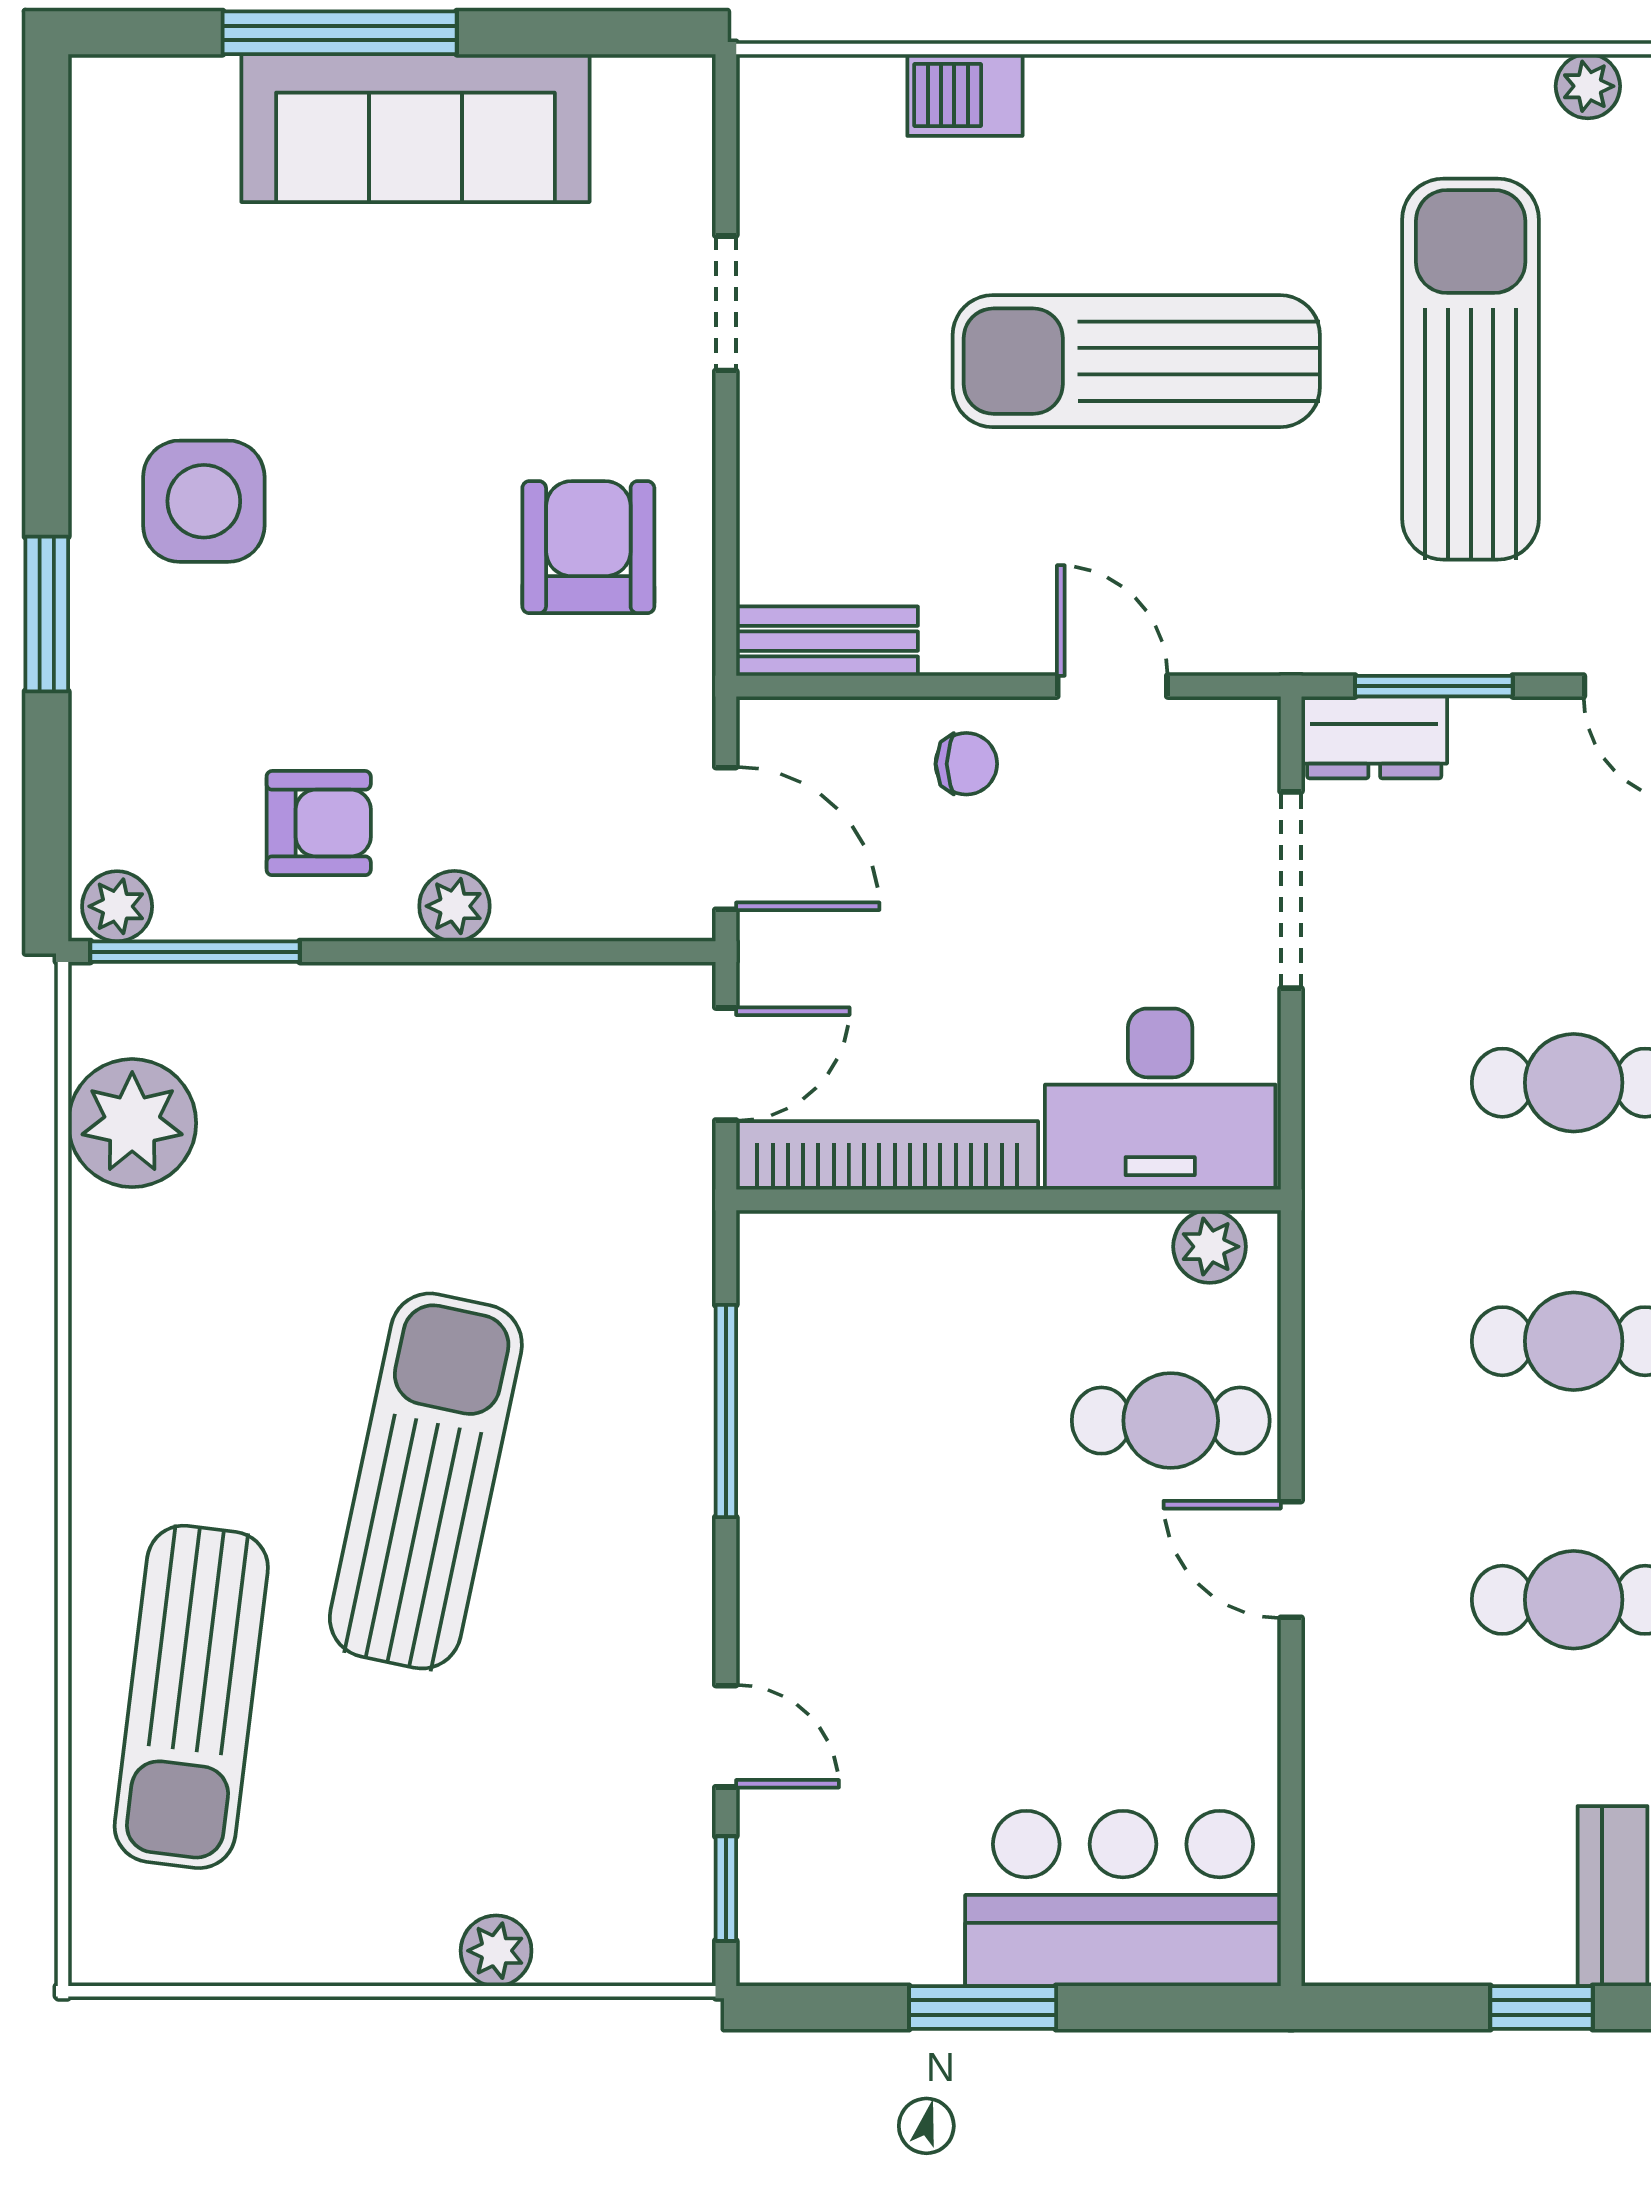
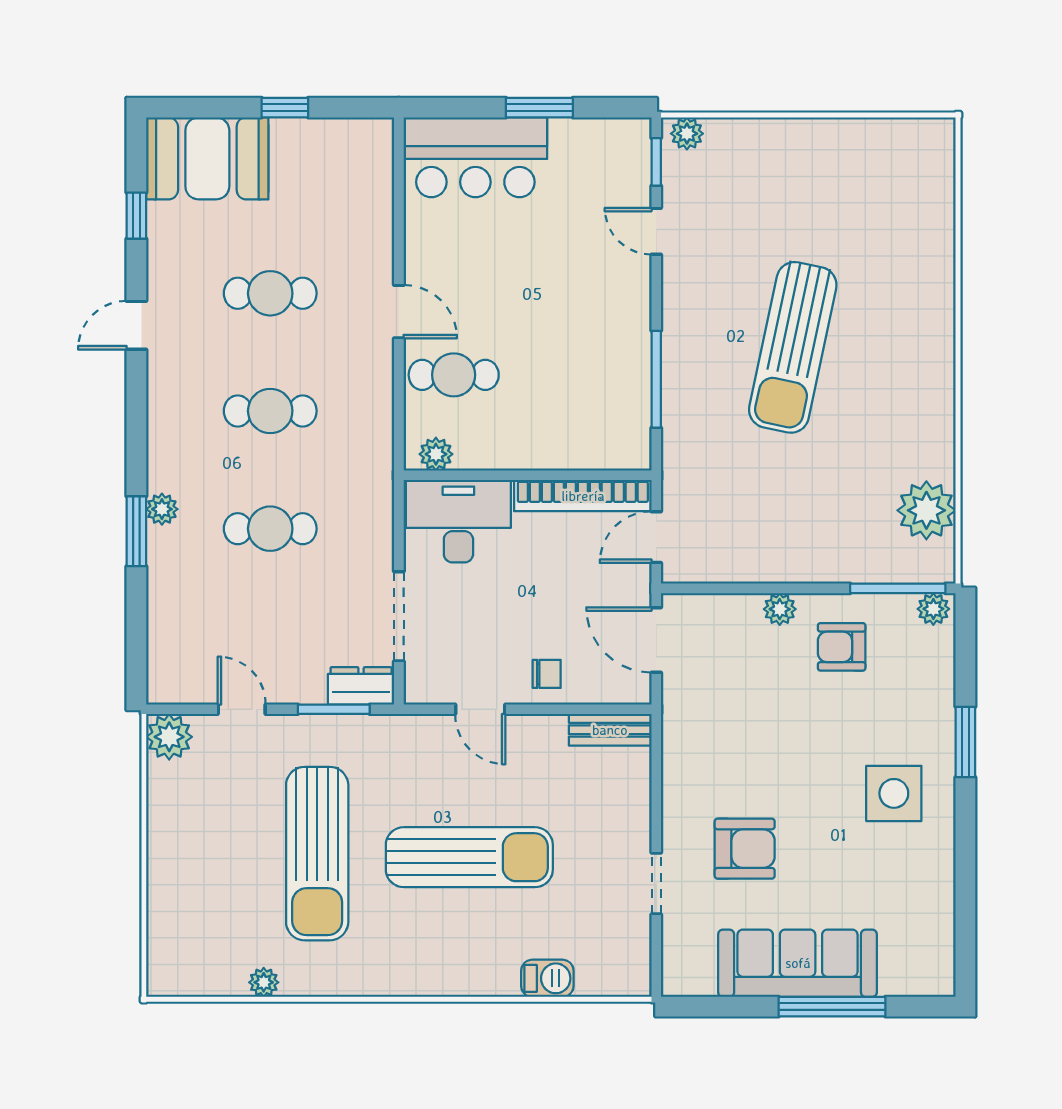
armchair: (588, 547) -> (745, 849), moved, turned -90
chair: (966, 764) -> (547, 674), turned 180
sun lounger: (191, 1697) -> (900, 249), removed
plant: (496, 1951) -> (687, 134), moved

